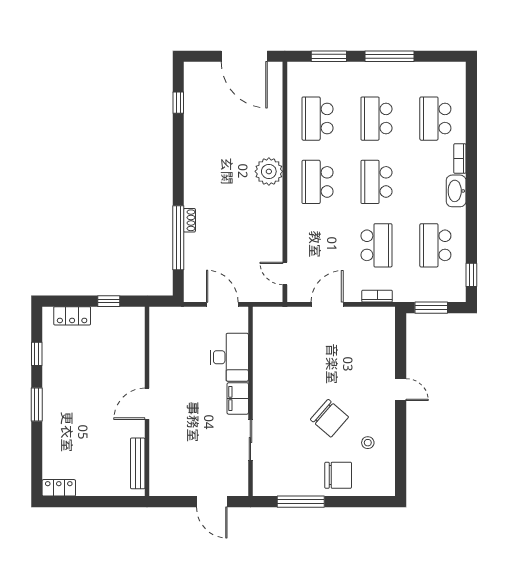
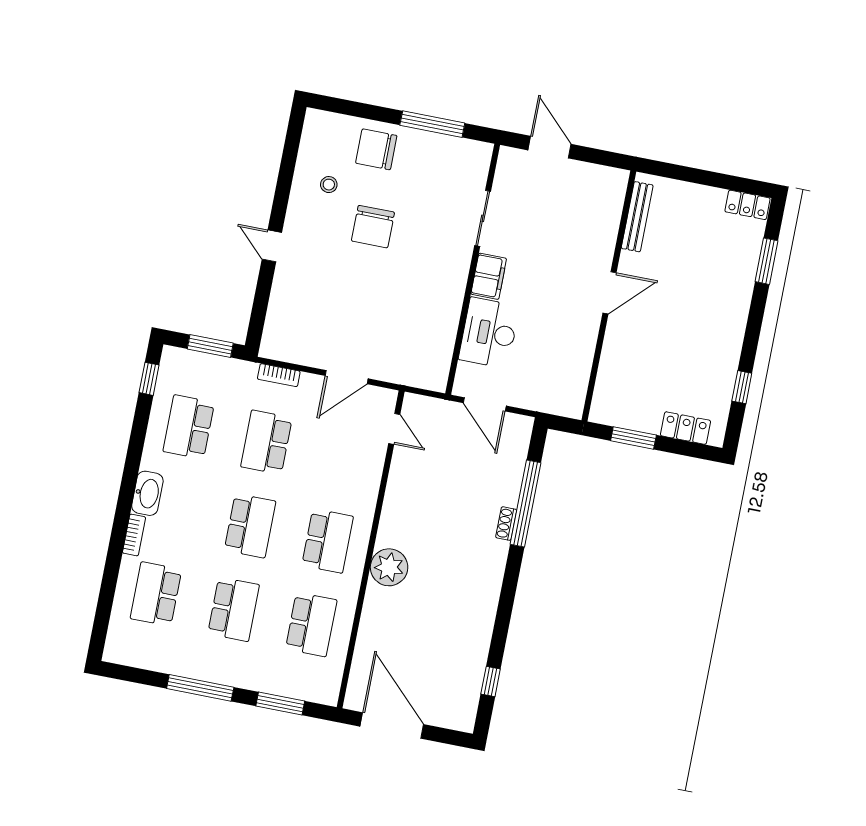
school desk: (435, 119) -> (156, 594), turned 180
school desk: (435, 245) -> (189, 427), turned 180
window: (109, 301) -> (633, 438), width x1.50
window: (37, 405) -> (767, 261), moved
chair: (329, 418) -> (373, 227), turned -131

